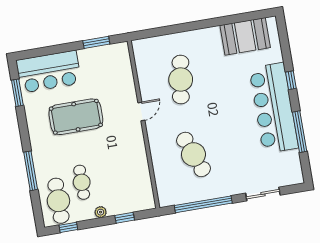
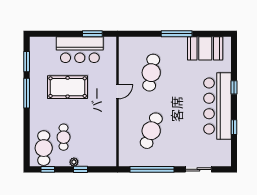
window: (205, 24) -> (177, 34), added
bar counter: (49, 72) -> (80, 50), moved
window: (300, 132) -> (234, 127), width x0.46
cafe table: (193, 154) -> (151, 131), turned 42
window: (31, 171) -> (27, 93), moved
window: (125, 218) -> (81, 169), moved

